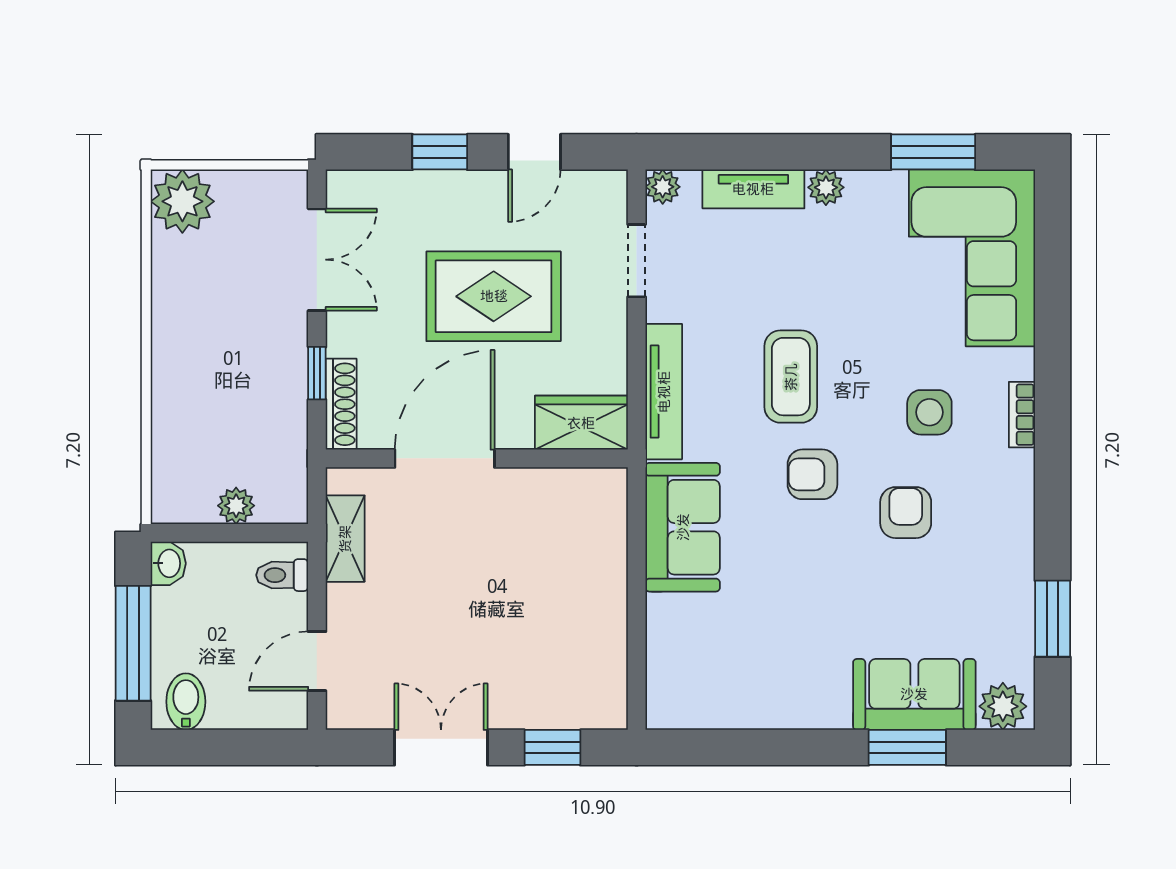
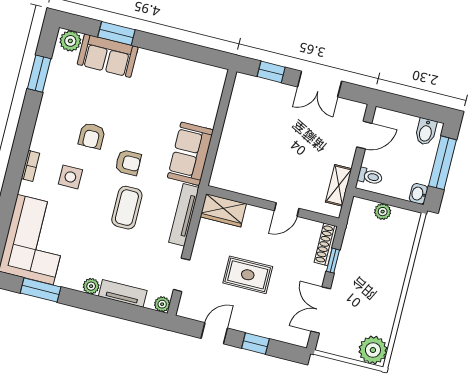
rug: (494, 296) -> (248, 275), width x0.73, depth x0.70
door: (445, 458) -> (287, 209), width x0.53

